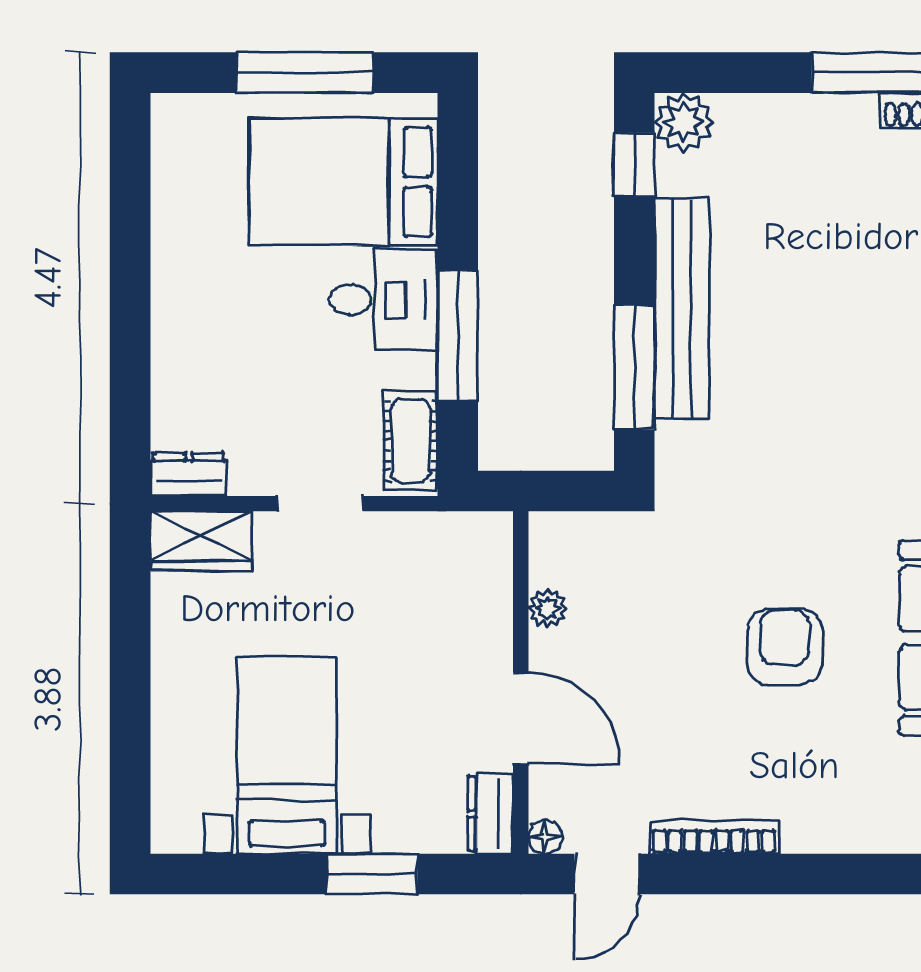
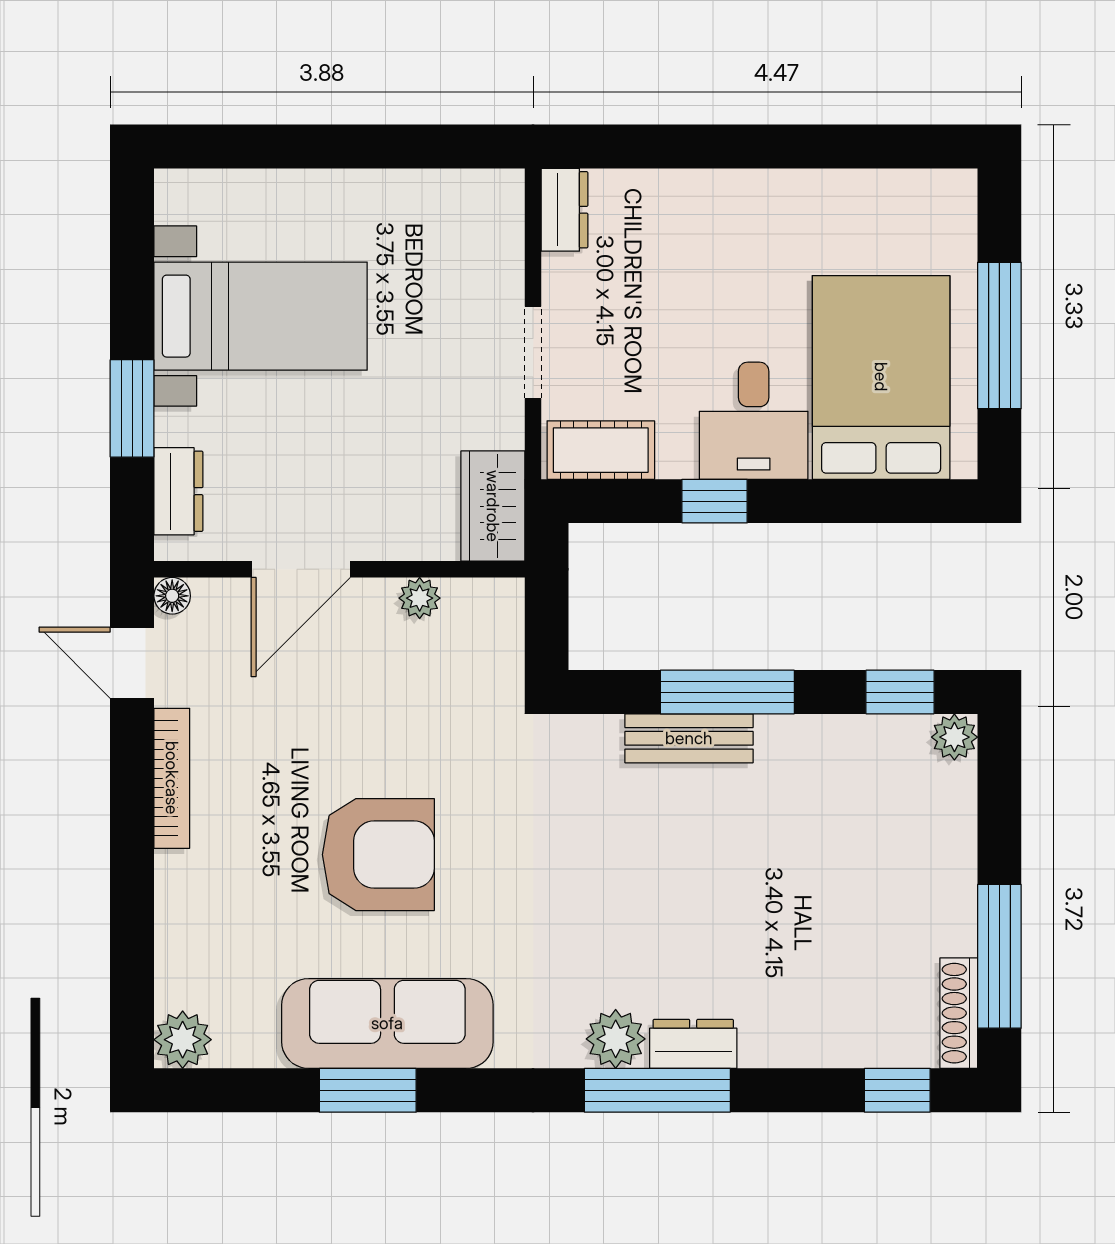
plant: (684, 122) -> (954, 737), width x0.73, depth x0.73
bench: (682, 308) -> (689, 738), width x0.54, depth x0.82
window: (458, 336) -> (715, 501), width x0.46
window: (634, 367) -> (727, 692), moved
wardrobe: (201, 541) -> (493, 506), moved
armchair: (784, 646) -> (378, 855), width x1.36, depth x1.36
dresser: (491, 814) -> (178, 491), moved, turned 90

